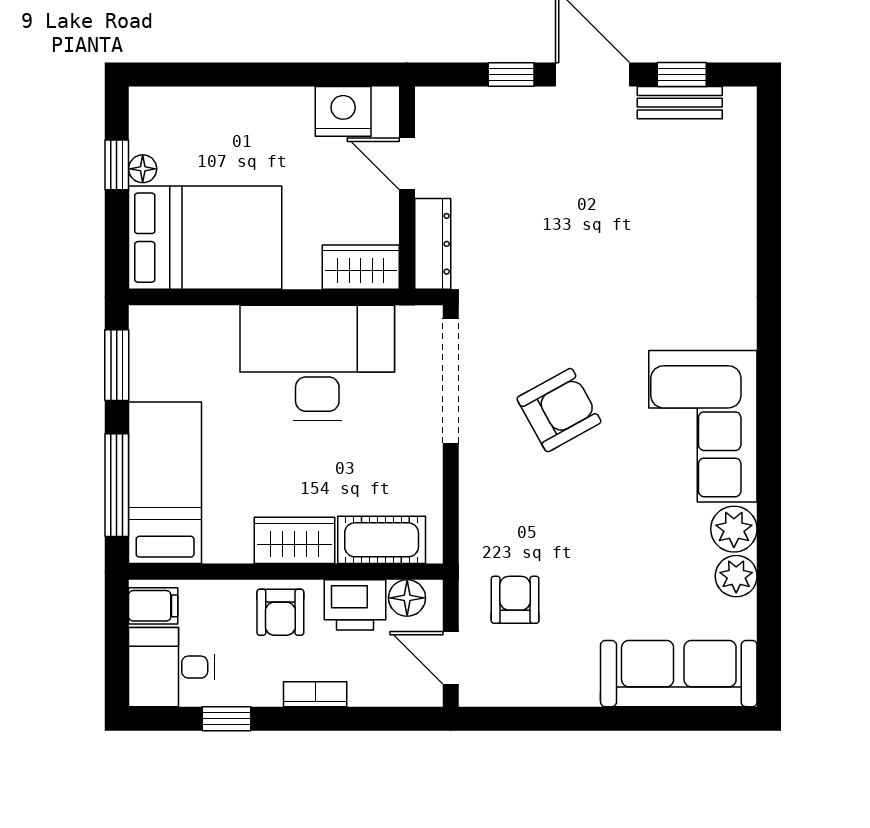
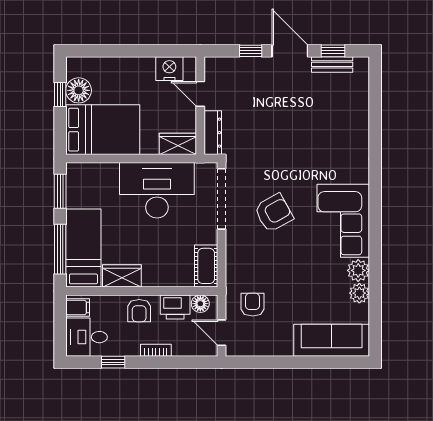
floor lamp: (143, 169) -> (79, 90), width x1.89, depth x1.89
wardrobe: (294, 540) -> (122, 276), moved
cot: (382, 540) -> (206, 266), moved, turned 90

